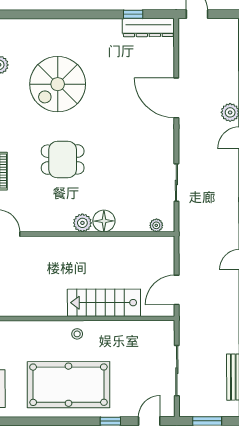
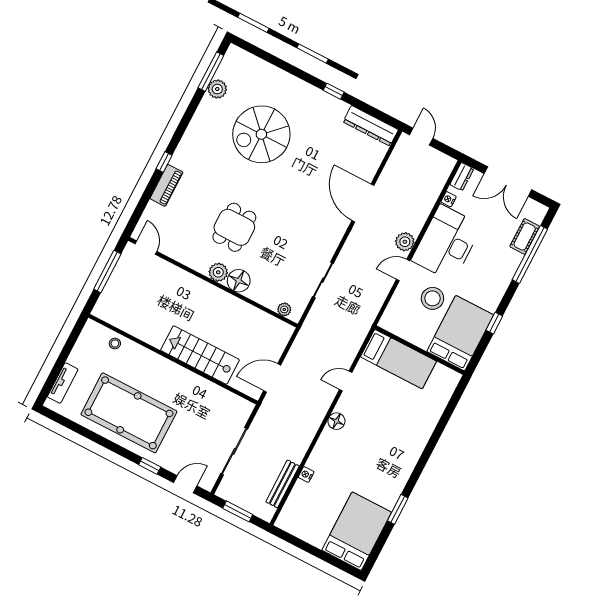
window: (133, 14) -> (334, 91), moved
dining table: (63, 160) -> (234, 227), moved, turned 90
stool: (77, 334) -> (115, 343), moved

